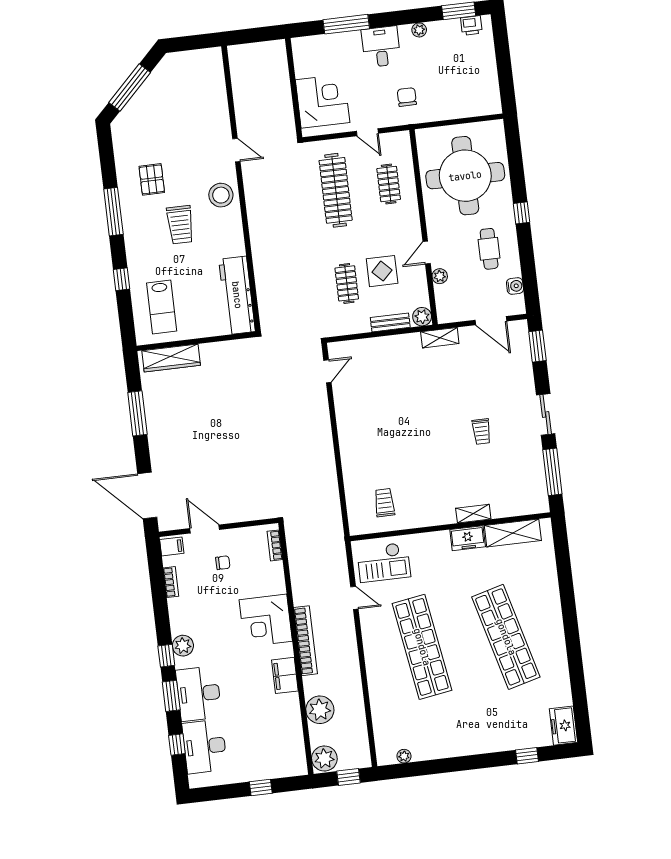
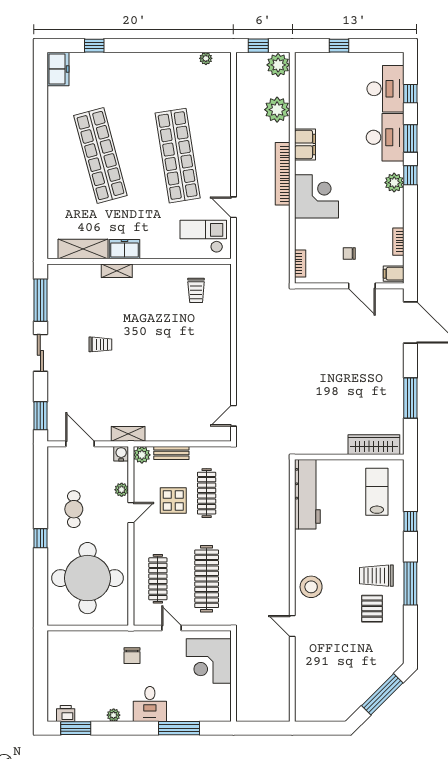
clothes rail: (389, 184) -> (158, 579), width x1.36
trolley: (180, 225) -> (376, 576), moved, turned -90
clothes rail: (347, 283) -> (207, 493), width x1.36
water cooler: (515, 286) -> (121, 454), moved, turned 90
trolley: (481, 431) -> (100, 344), turned 90

